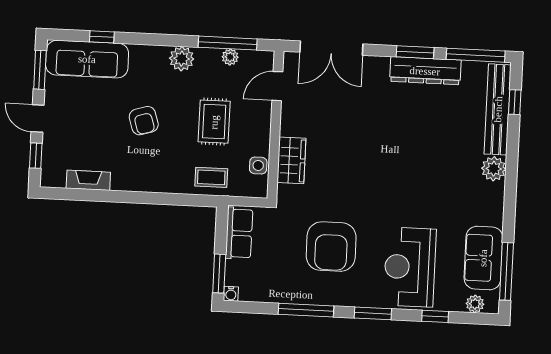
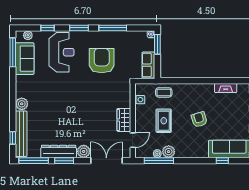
plant: (182, 59) -> (169, 152), moved
plant: (376, 68) -> (84, 151), added
wardrobe: (291, 160) -> (124, 120), moved

